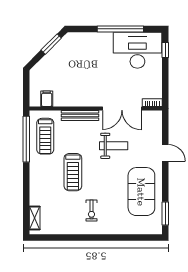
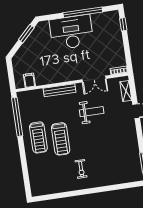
desk: (137, 50) -> (71, 32), moved
double door: (122, 108) -> (94, 79), width x0.73
treadmill: (45, 136) -> (38, 137), moved
exercise mat: (141, 192) -> (121, 147), removed
shelving: (35, 218) -> (126, 91), moved

